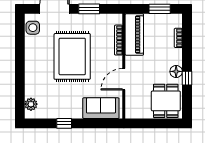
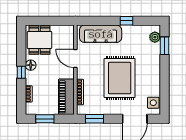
window: (89, 9) -> (94, 119), moved
window: (187, 78) -> (21, 72), moved
door: (124, 79) -> (75, 59), swing flipped
window: (20, 94) -> (164, 46), added
sofa: (101, 108) -> (101, 34), width x1.36

